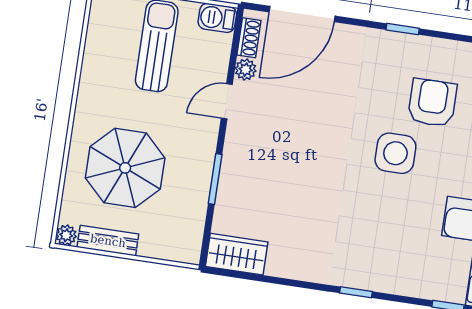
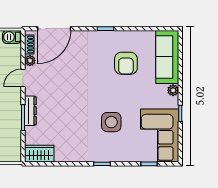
armchair: (432, 103) -> (126, 63), turned 180
side table: (395, 153) -> (111, 122), moved
dresser: (232, 168) -> (30, 111), added

